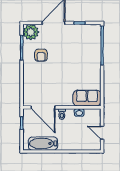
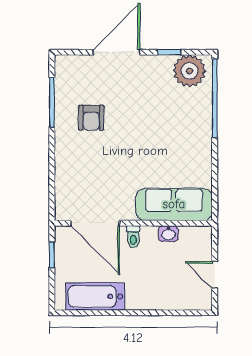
plant: (31, 32) -> (189, 71), moved
sofa: (87, 98) -> (174, 204), width x1.36

